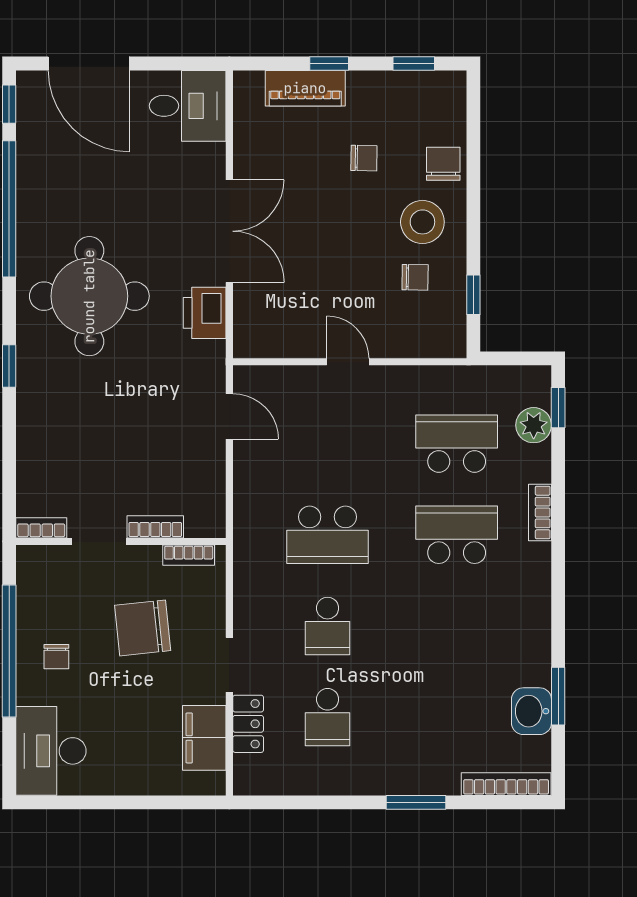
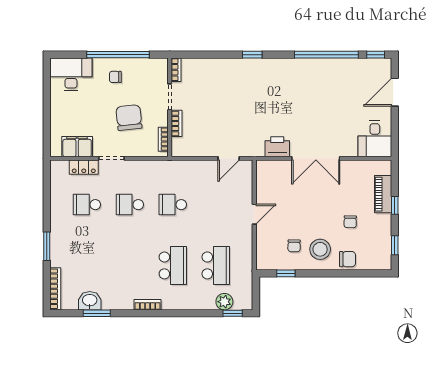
door: (89, 64) -> (395, 92), width x0.73
round table: (89, 296) -> (285, 92), removed
bookcase: (540, 512) -> (148, 305), moved
school desk: (328, 535) -> (173, 205), width x0.54

